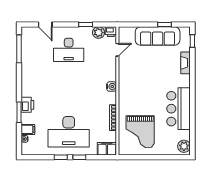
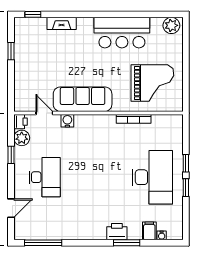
sofa: (158, 36) -> (83, 99), moved, turned -90
water cooler: (112, 87) -> (67, 121), moved
filing cabinet: (107, 149) -> (175, 127), removed

